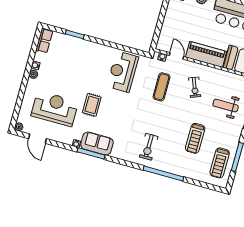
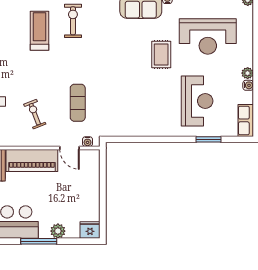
reception desk: (123, 72) -> (197, 101), moved
treadmill: (195, 138) -> (39, 31), moved

